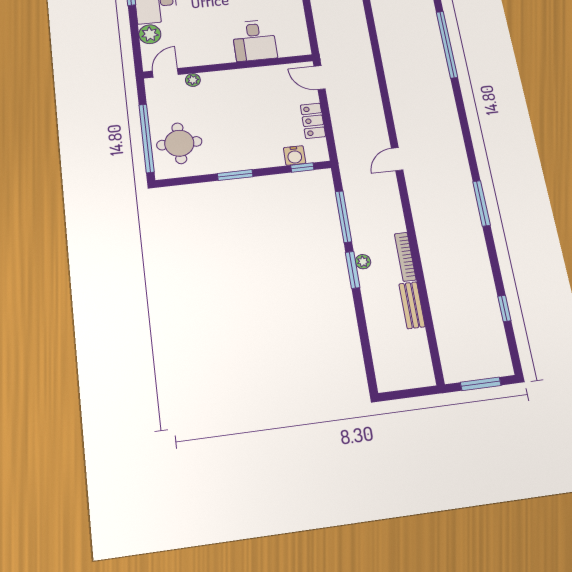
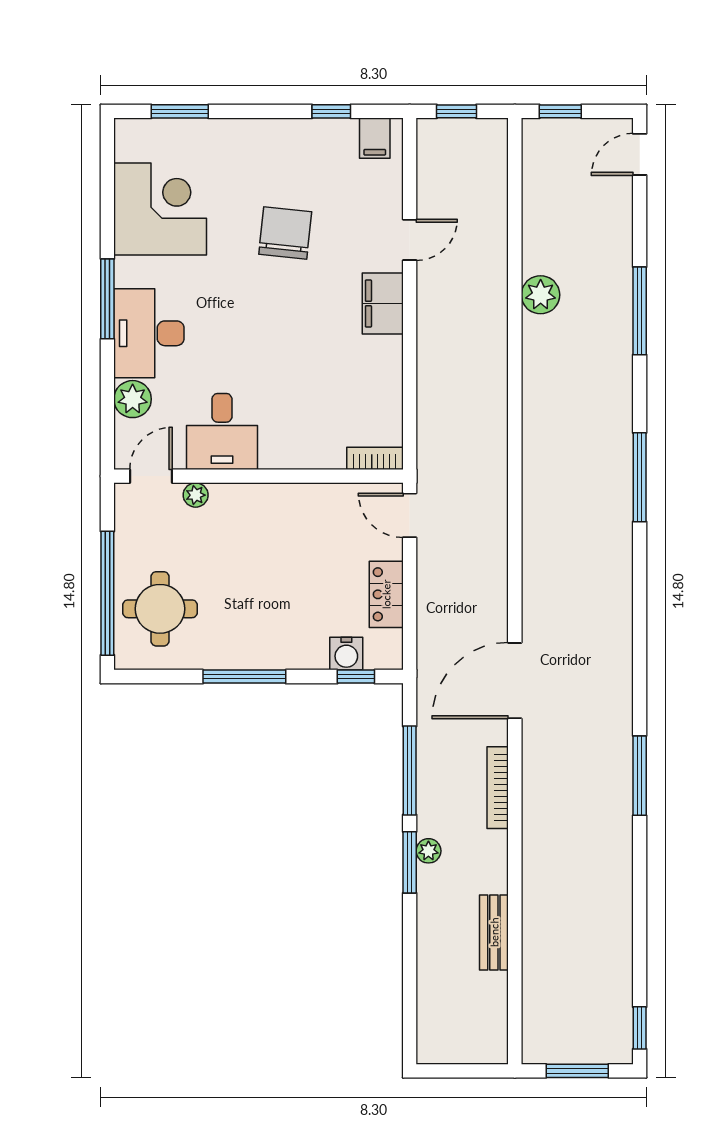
desk: (254, 40) -> (222, 431), moved
window: (447, 45) -> (640, 477), width x0.68
bookcase: (294, 50) -> (375, 458), added
door: (397, 159) -> (515, 681), width x1.87
window: (235, 175) -> (244, 677), width x1.44
bookcase: (405, 257) -> (498, 788), moved
window: (504, 308) -> (640, 1028), moved

